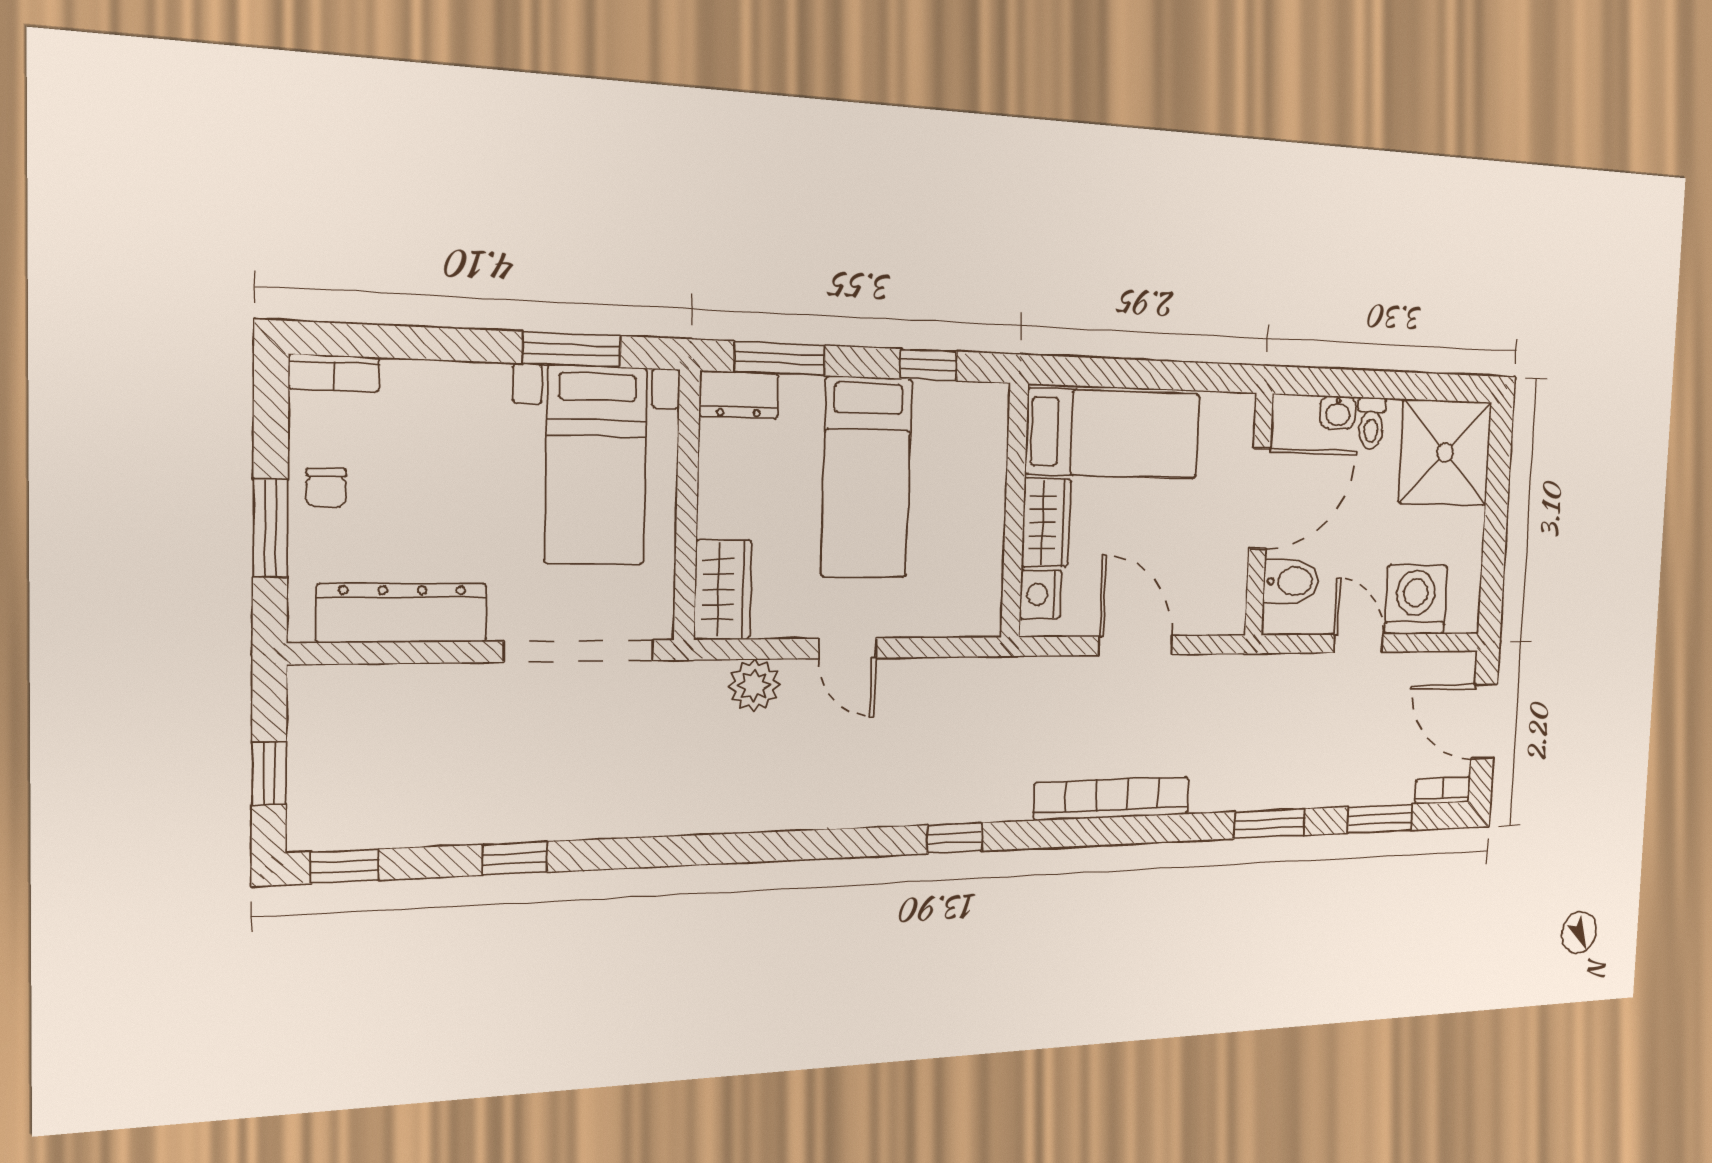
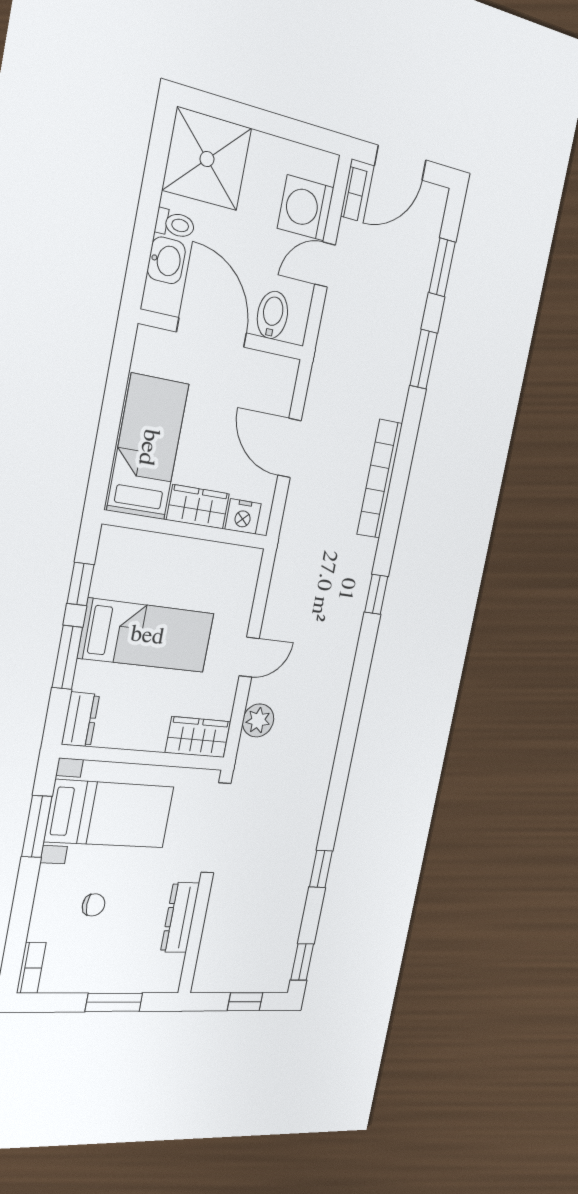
window: (780, 359) -> (67, 657), moved
washbasin: (1338, 412) -> (166, 260), width x1.38, depth x1.45
chair: (326, 488) -> (94, 905), moved
dresser: (402, 613) -> (180, 917), width x0.73, depth x0.80
door: (1136, 645) -> (290, 448), hinge flipped
bookcase: (1443, 791) -> (354, 194), moved, turned 180

